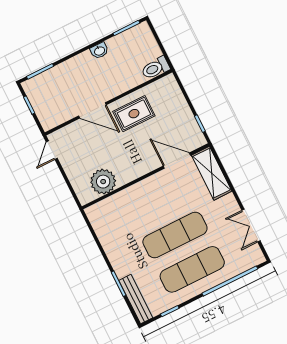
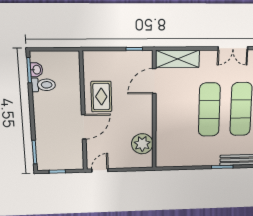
washbasin: (99, 51) -> (36, 70), moved
toilet: (156, 68) -> (43, 85), moved, turned -90
door: (52, 150) -> (100, 170), swing flipped

